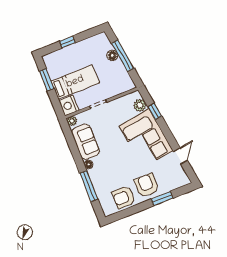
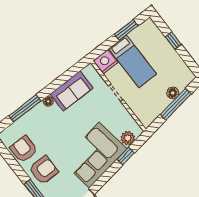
plant: (72, 121) -> (90, 70), removed

